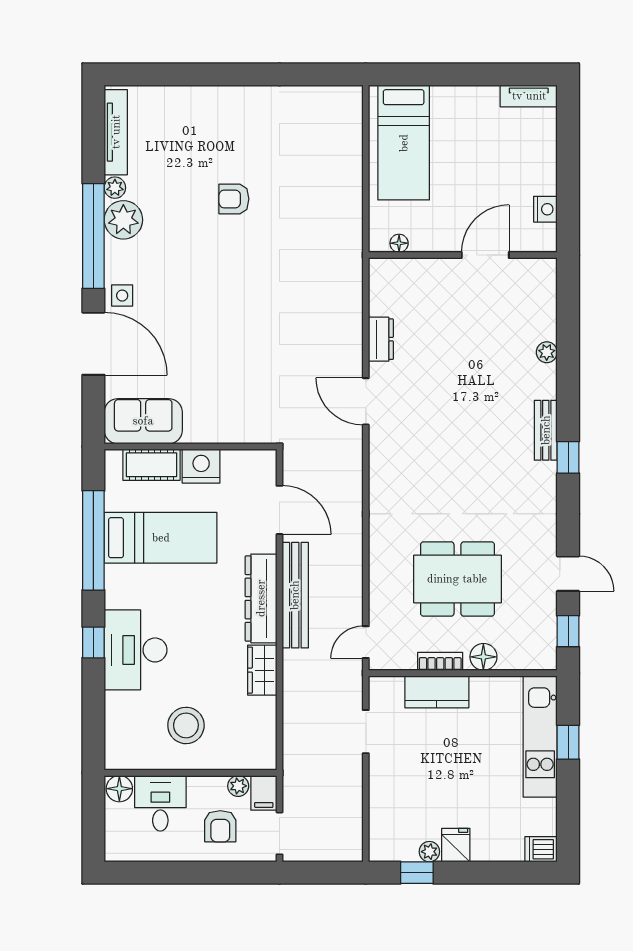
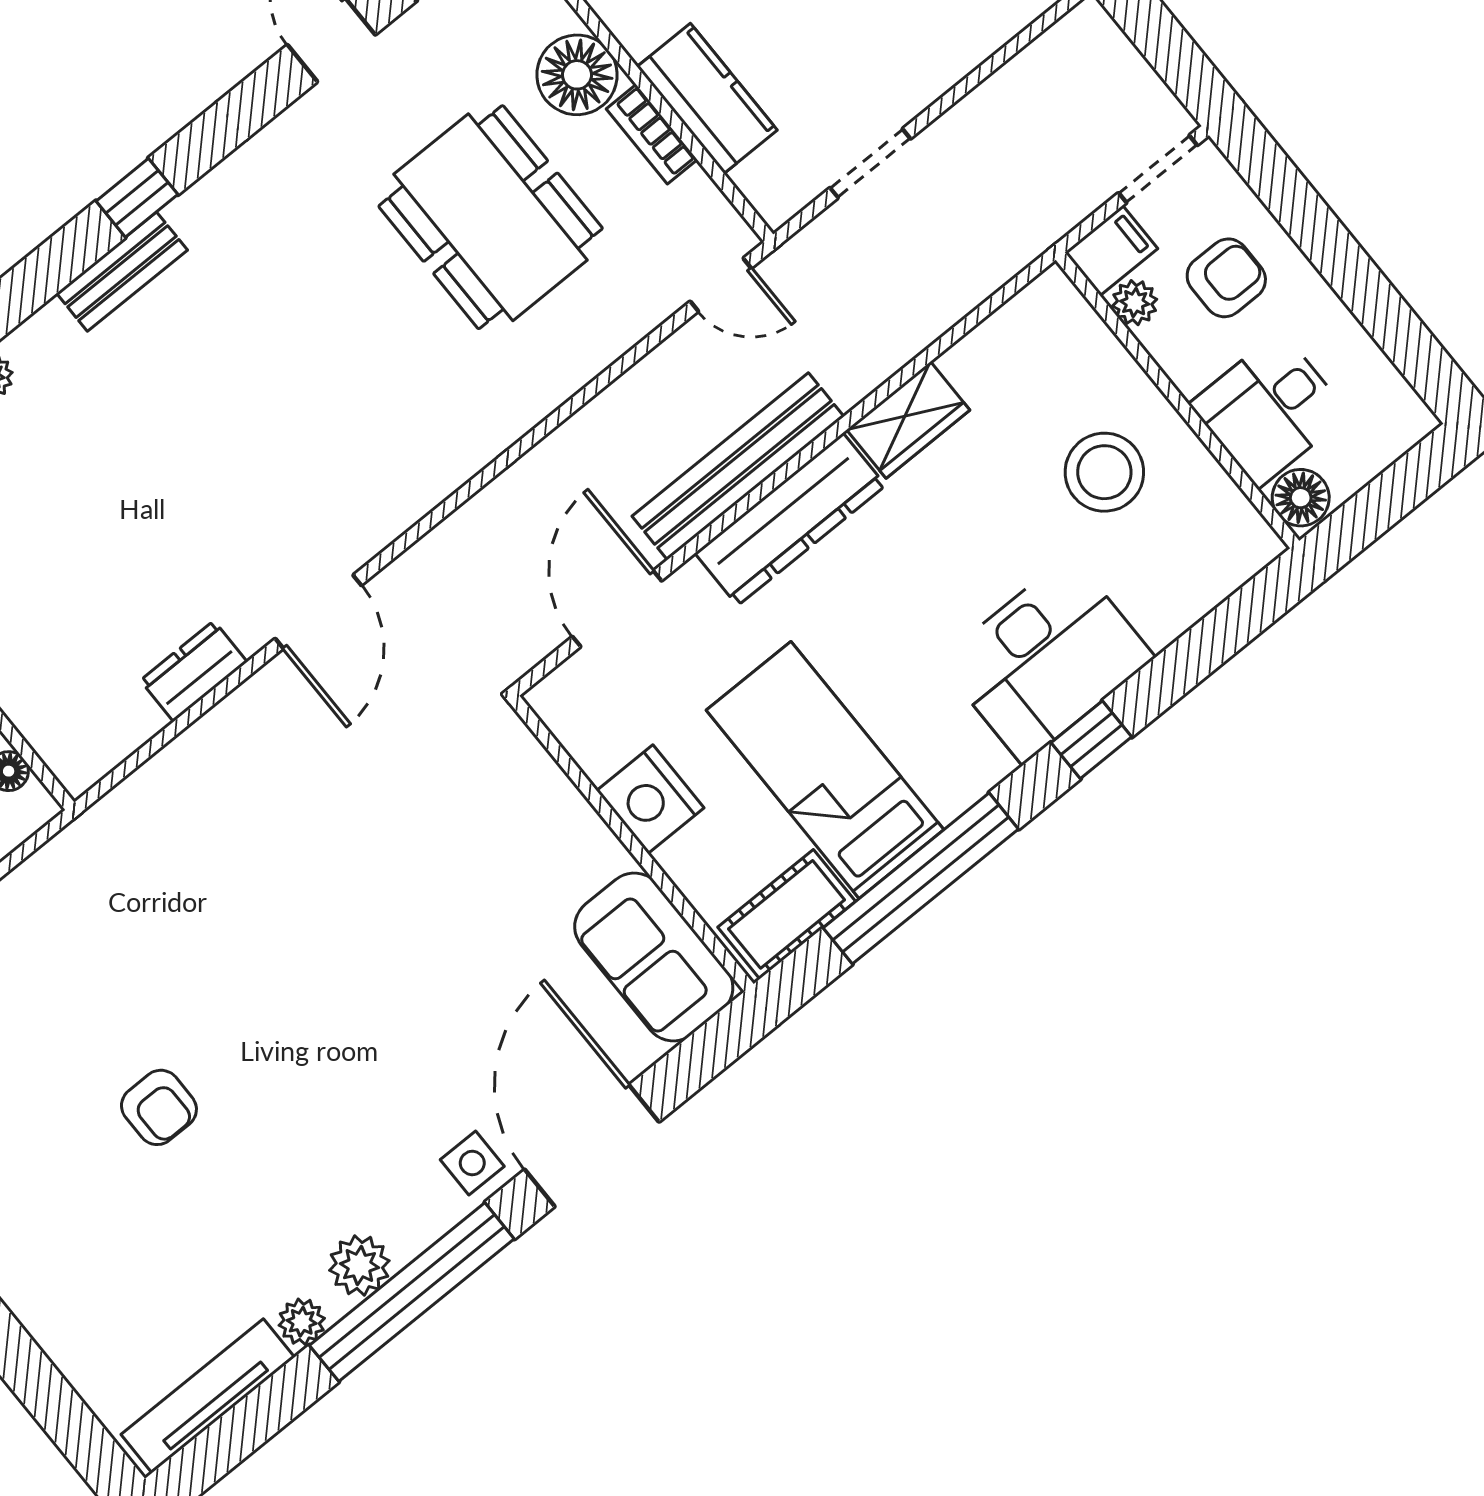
plant: (123, 220) -> (359, 1266), width x0.73, depth x0.73
cot: (151, 465) -> (787, 914), moved, turned 90
floor lamp: (483, 657) -> (577, 75), width x1.38, depth x1.38

